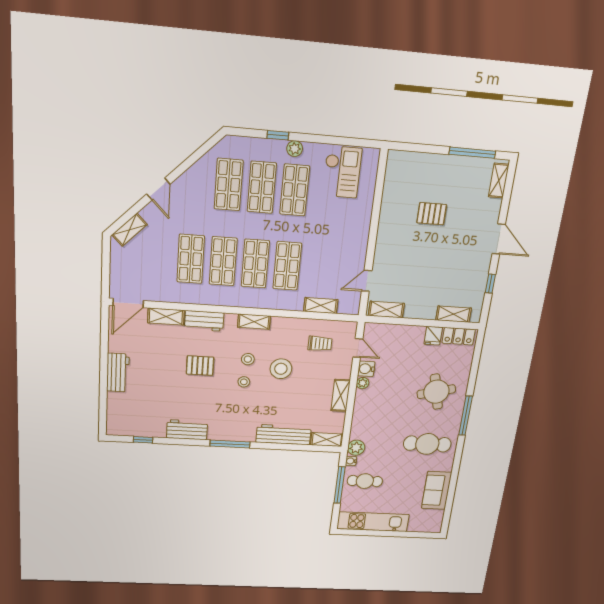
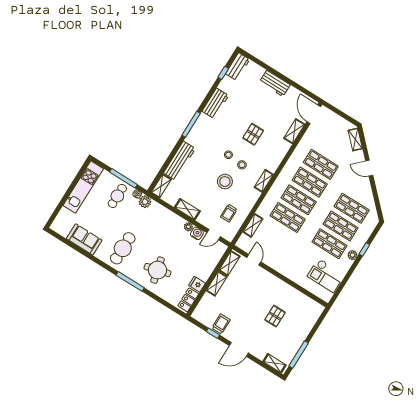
trolley: (473, 279) -> (221, 324), added
shelving: (454, 314) -> (217, 284), moved
workbench: (204, 321) -> (238, 67), moved, turned 180

